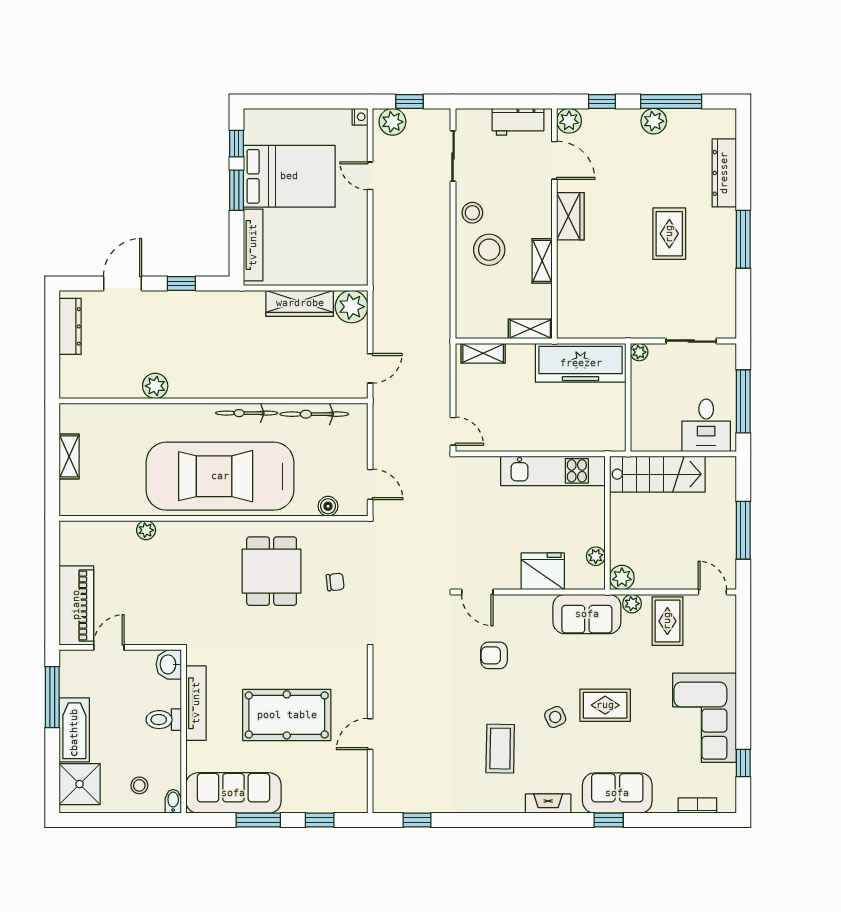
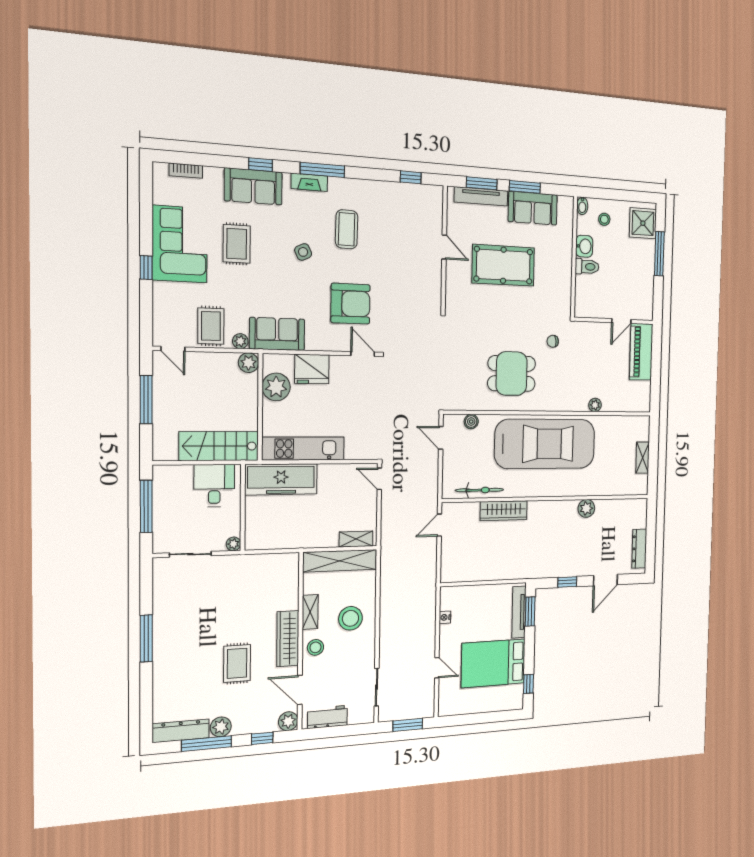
window: (409, 101) -> (408, 725), width x1.50
nightstand: (360, 117) -> (445, 617), moved
plant: (392, 122) -> (420, 709), removed
dresser: (724, 173) -> (181, 731), moved, turned -90
window: (237, 190) -> (530, 611), moved
stool: (472, 213) -> (315, 647), moved
wardrobe: (570, 216) -> (288, 639), width x1.50
rug: (669, 234) -> (237, 663), moved
wardrobe: (300, 303) -> (504, 511), moved, turned 180
plant: (352, 307) -> (452, 571), removed
shelving: (530, 329) -> (340, 561), width x2.20, depth x1.33
freezer: (581, 363) -> (281, 479), moved, turned 180
bicycle: (247, 413) -> (526, 490), removed
desk: (706, 425) -> (214, 486), moved
plant: (596, 556) -> (276, 387), width x1.88, depth x1.88
dining table: (272, 571) -> (512, 374), turned 90
chair: (335, 582) -> (553, 341), moved
armchair: (494, 655) -> (350, 304), width x1.88, depth x1.88
washbasin: (169, 664) -> (584, 246), moved
window: (52, 697) -> (659, 254), moved
tv unit: (196, 703) -> (481, 196), moved, turned -90
rug: (605, 705) -> (237, 244), moved, turned 90
bathtub: (74, 730) -> (645, 263), removed
door: (370, 734) -> (444, 247), hinge flipped
window: (743, 763) -> (146, 268), moved
sofa: (233, 793) -> (533, 208), width x0.73
window: (320, 820) -> (482, 183), width x1.50
window: (532, 820) -> (322, 170), added

